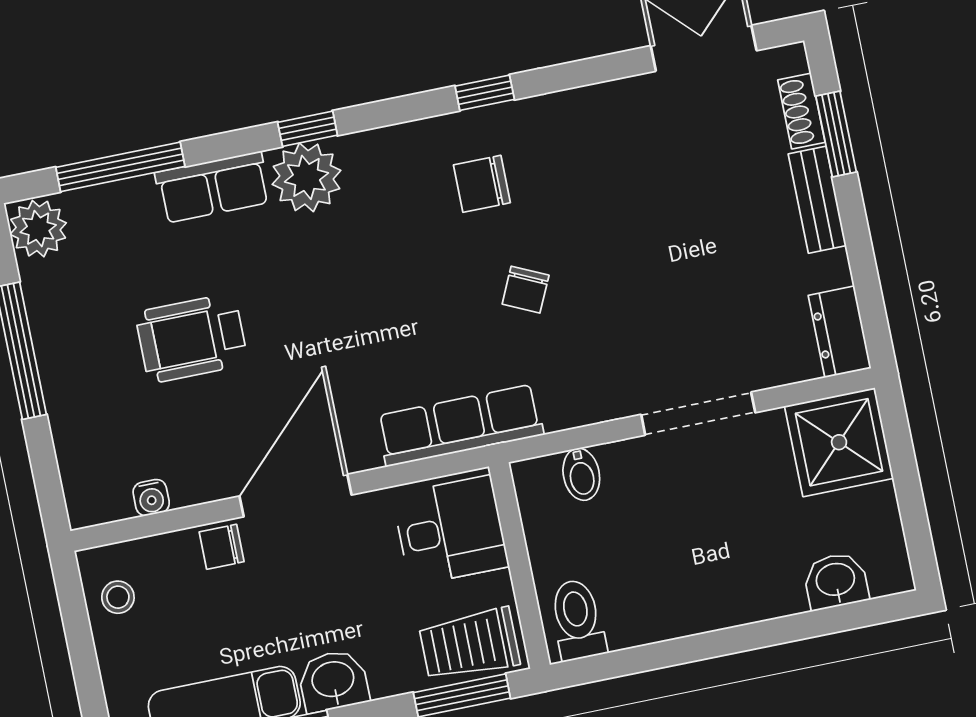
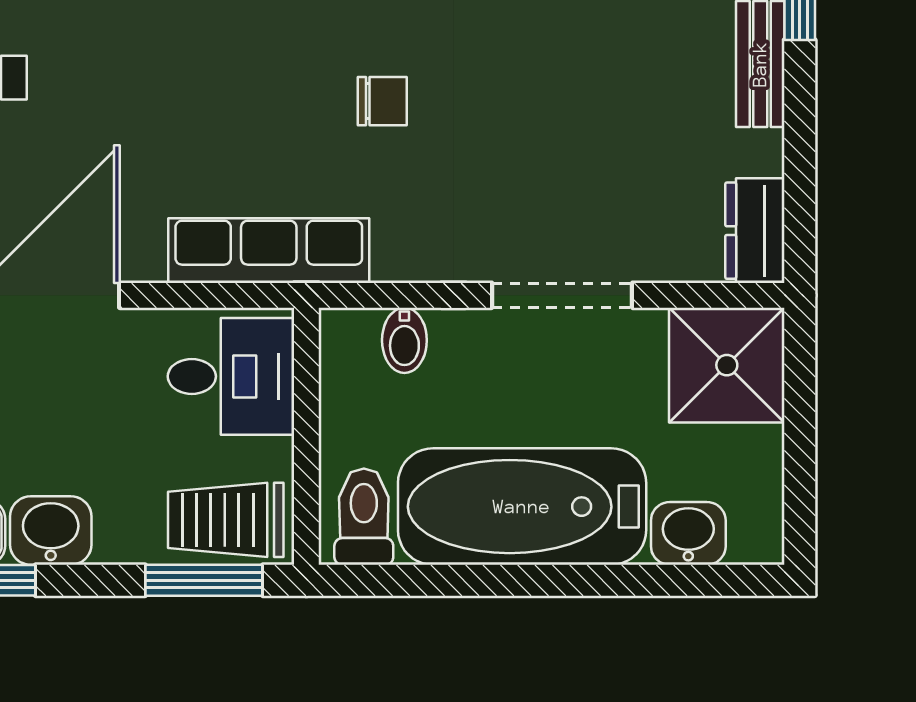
chair: (526, 290) -> (382, 101), turned -115
bathtub: (701, 586) -> (522, 507), added

